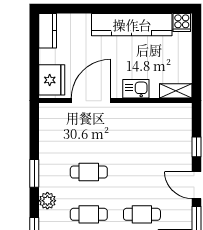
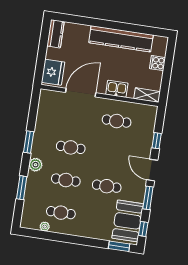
cooker: (182, 22) -> (157, 63), moved, turned 90
cafe table: (142, 130) -> (117, 121), added

